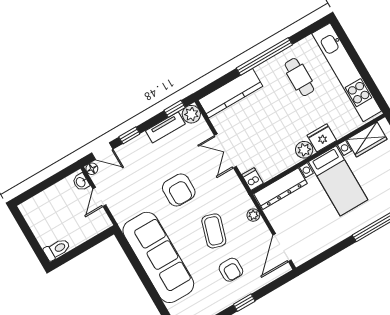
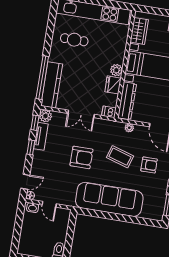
window: (264, 56) -> (42, 78), moved
window: (129, 135) -> (31, 147), moved
fridge: (322, 138) -> (113, 85), moved

